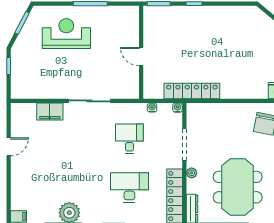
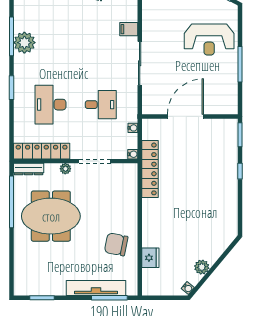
reception desk: (66, 34) -> (209, 39), turned 90
door: (141, 57) -> (185, 117), width x1.87
filing cabinet: (50, 112) -> (129, 29), width x0.50
desk: (129, 187) -> (50, 105), turned 180

